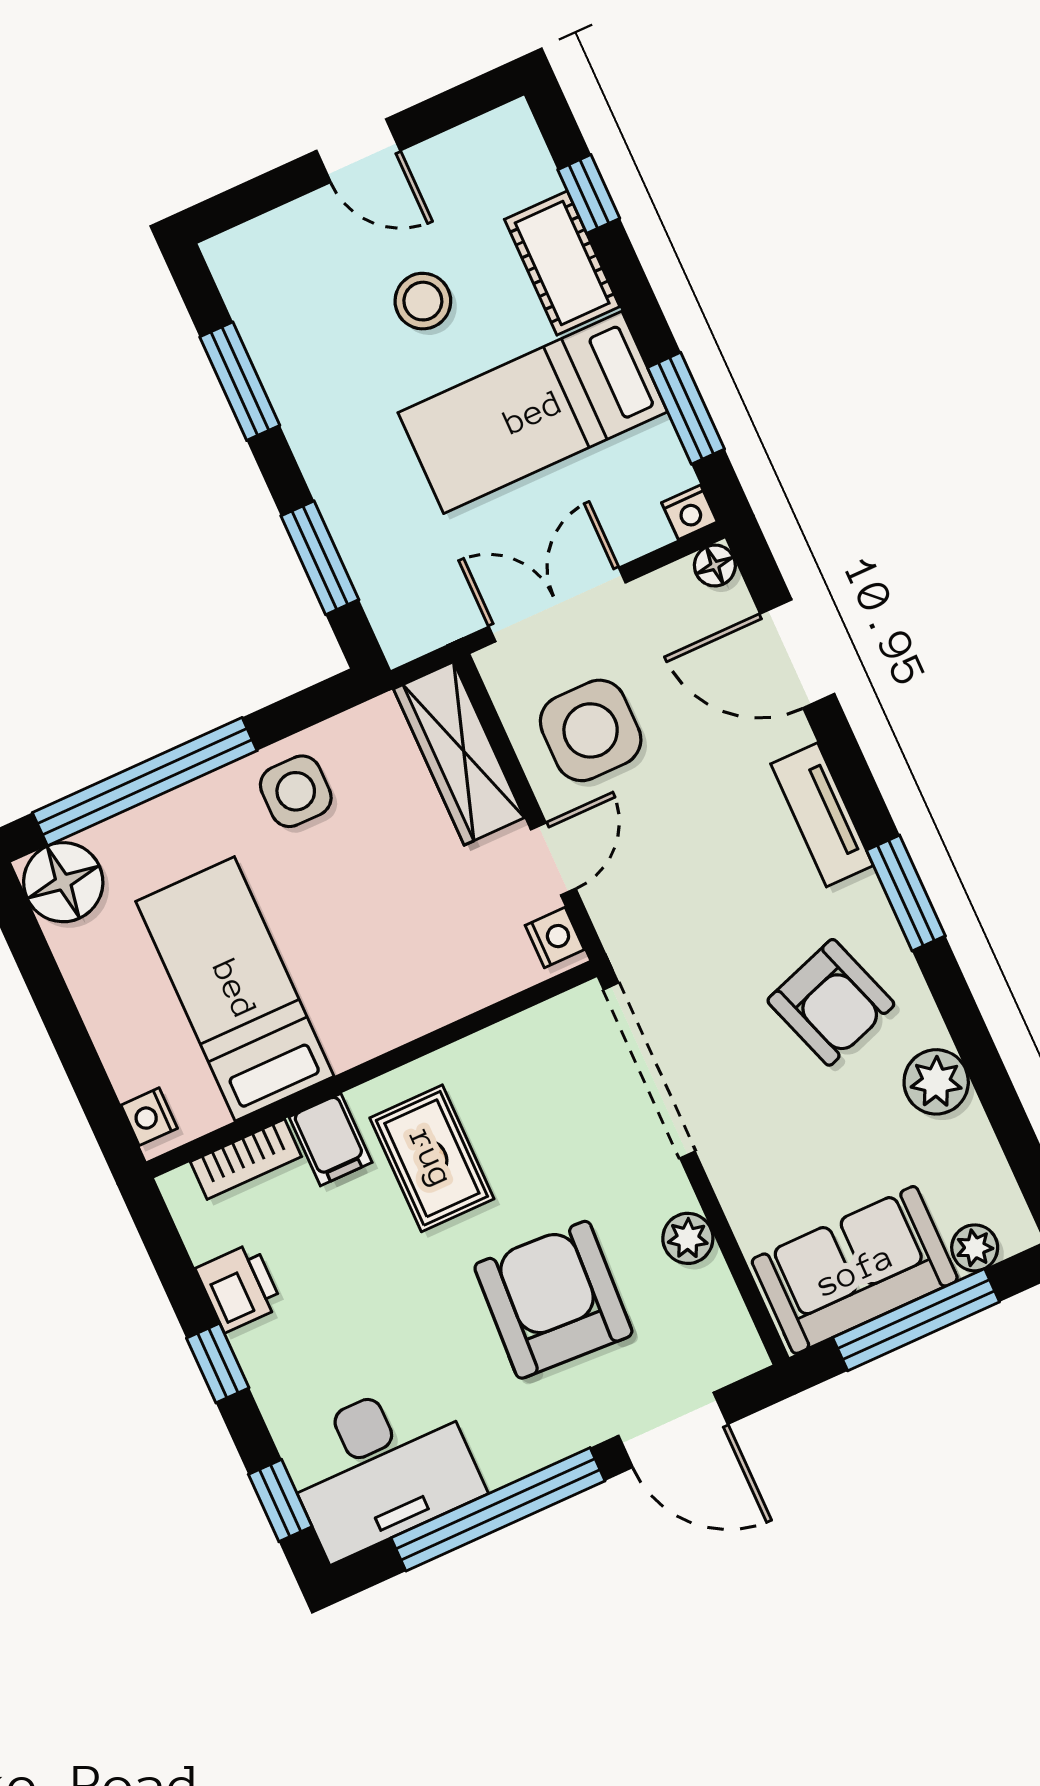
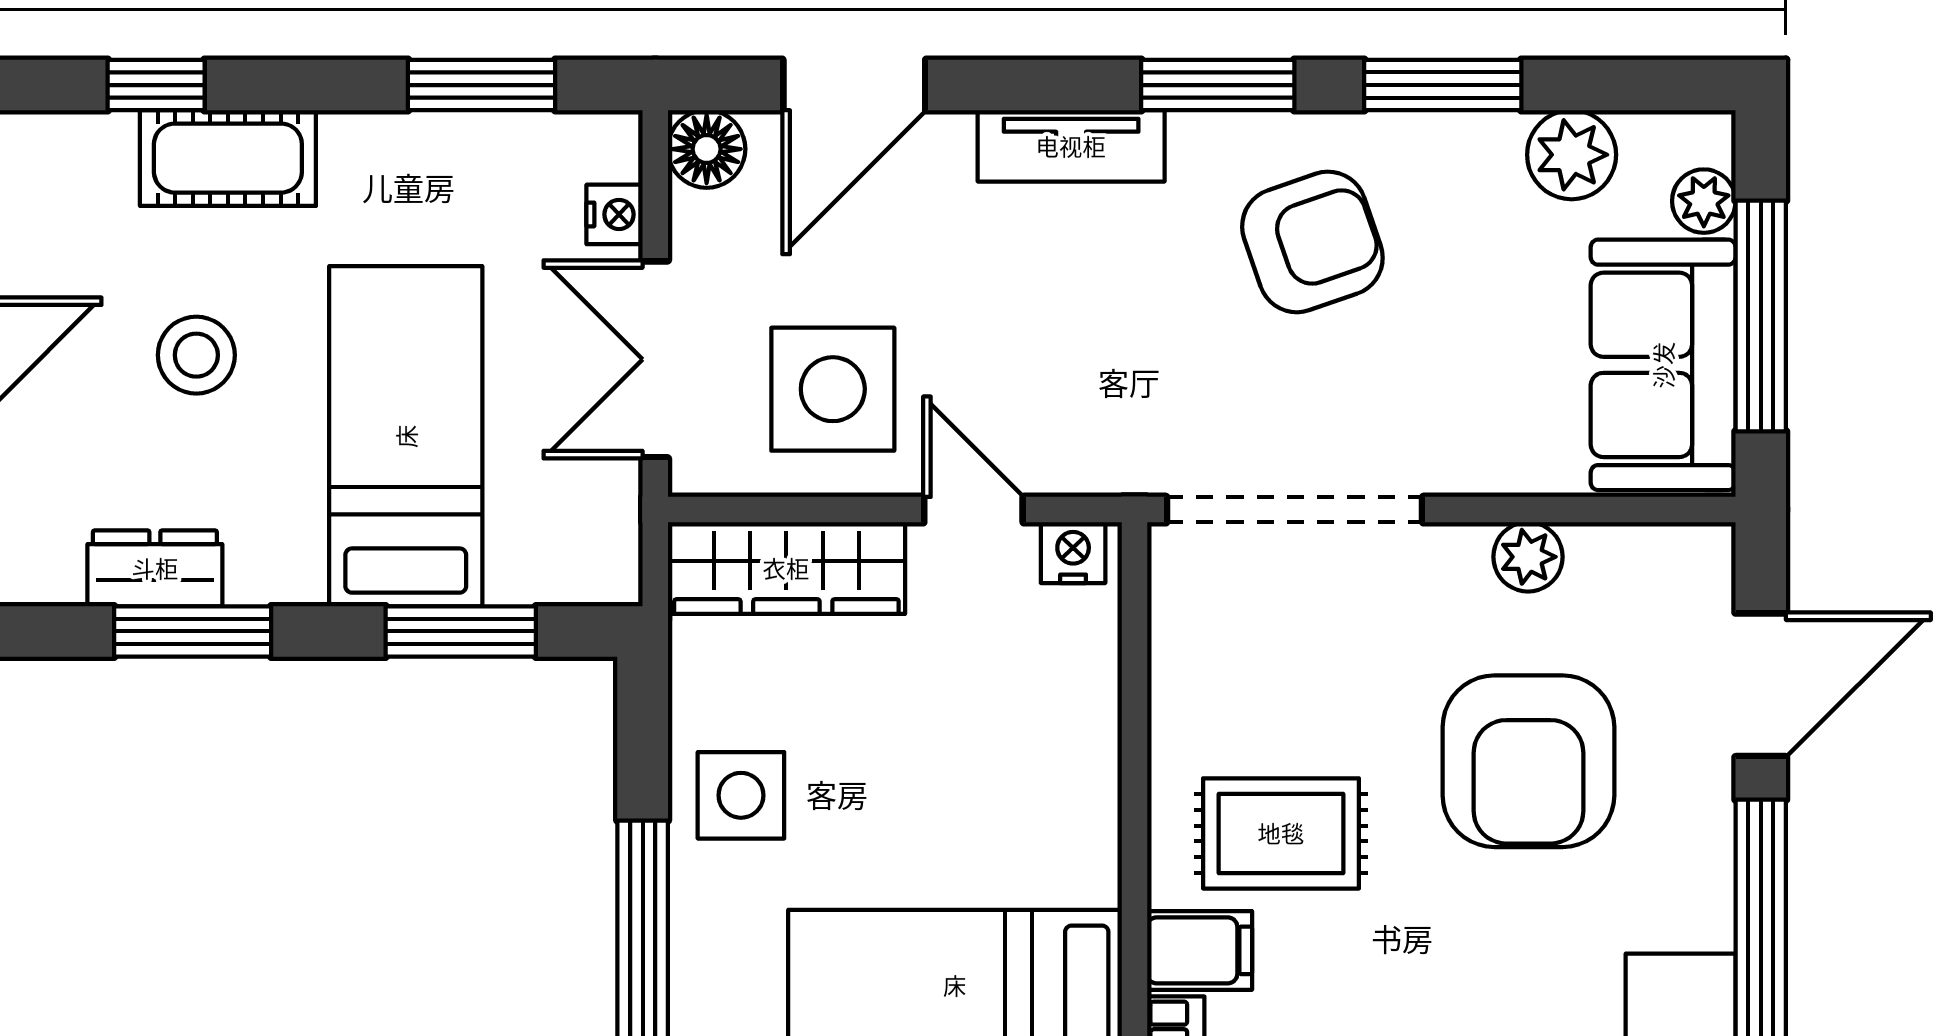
dresser: (270, 337) -> (155, 568), added
bed: (533, 412) -> (406, 436), moved, turned 180
nightstand: (689, 512) -> (615, 214), moved
floor lamp: (715, 566) -> (707, 149), width x1.37, depth x1.37
window: (973, 1041) -> (1443, 85), added
plant: (936, 1082) -> (1572, 155), moved
armchair: (553, 1300) -> (1528, 761), turned -93

